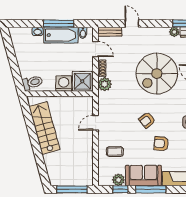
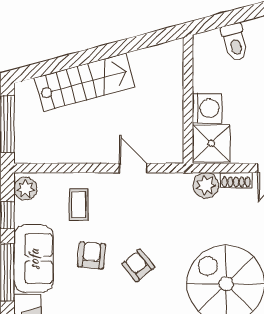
toilet: (32, 83) -> (235, 42), moved
stairs: (44, 128) -> (85, 82), moved
armchair: (161, 144) -> (91, 255), moved
plant: (119, 180) -> (25, 189), moved

